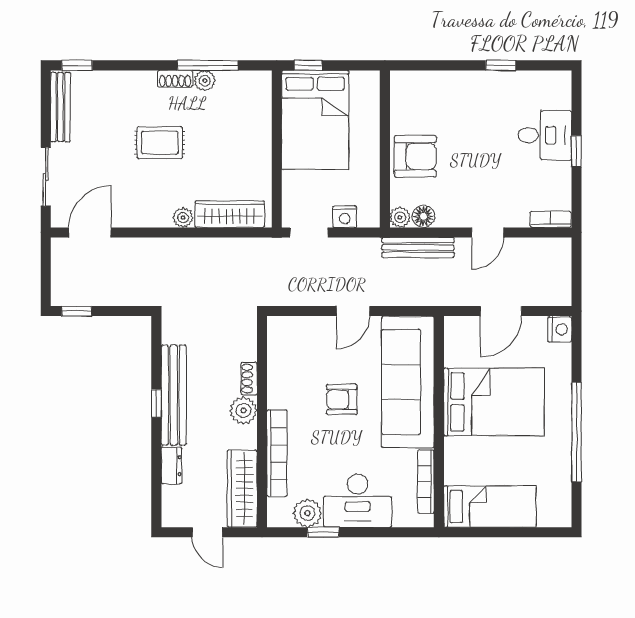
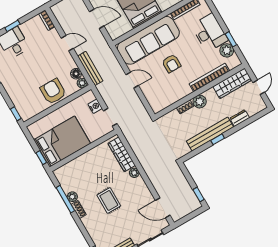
window: (414, 65) -> (16, 114), added

